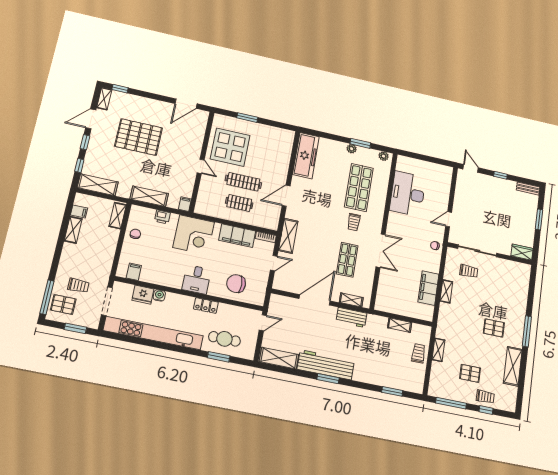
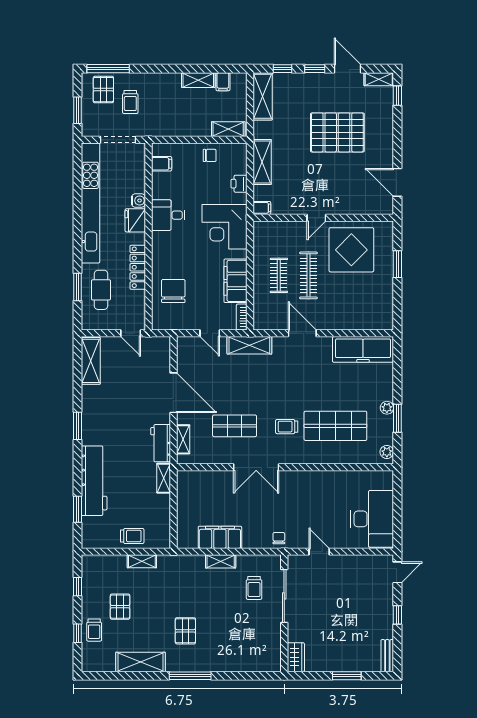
pallet: (139, 137) -> (337, 132), turned 90
desk: (408, 194) -> (372, 519), moved, turned 90
desk: (197, 279) -> (168, 215), moved
fridge: (143, 295) -> (135, 220), moved
locker: (206, 306) -> (138, 267), width x1.53
shelving: (400, 325) -> (164, 478), moved
workbench: (326, 365) -> (94, 481), moved
window: (451, 403) -> (77, 587), width x0.46

